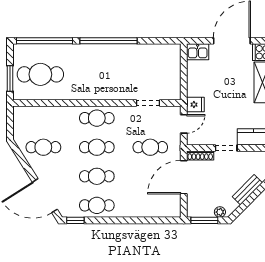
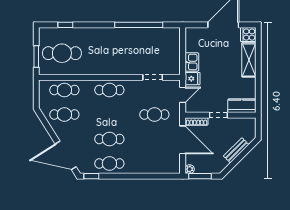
window: (45, 41) -> (65, 25), width x0.32
window: (109, 41) -> (139, 25), moved
kitchen sink: (198, 52) -> (192, 62), moved, turned -90
cafe table: (97, 147) -> (64, 90), moved
door: (184, 177) -> (183, 140), swing flipped
plant: (220, 212) -> (190, 169), moved

